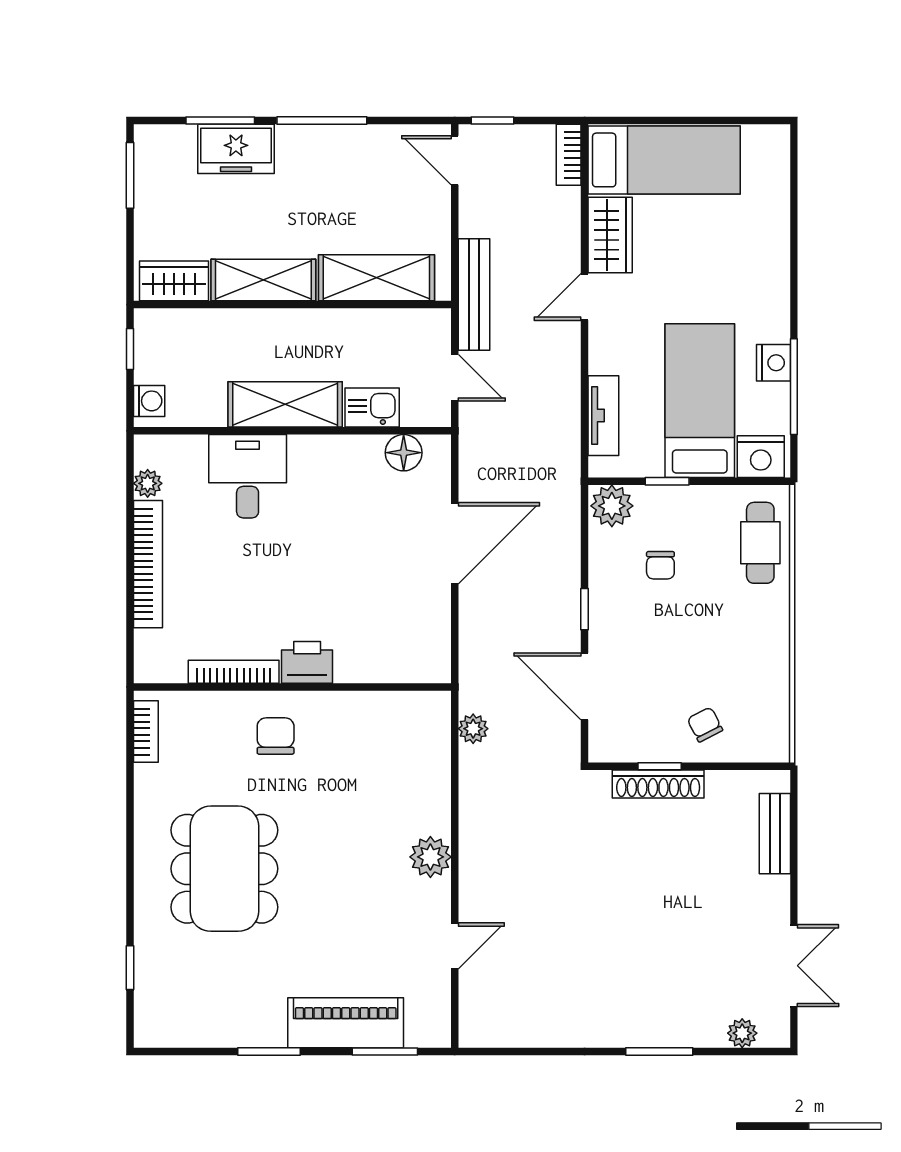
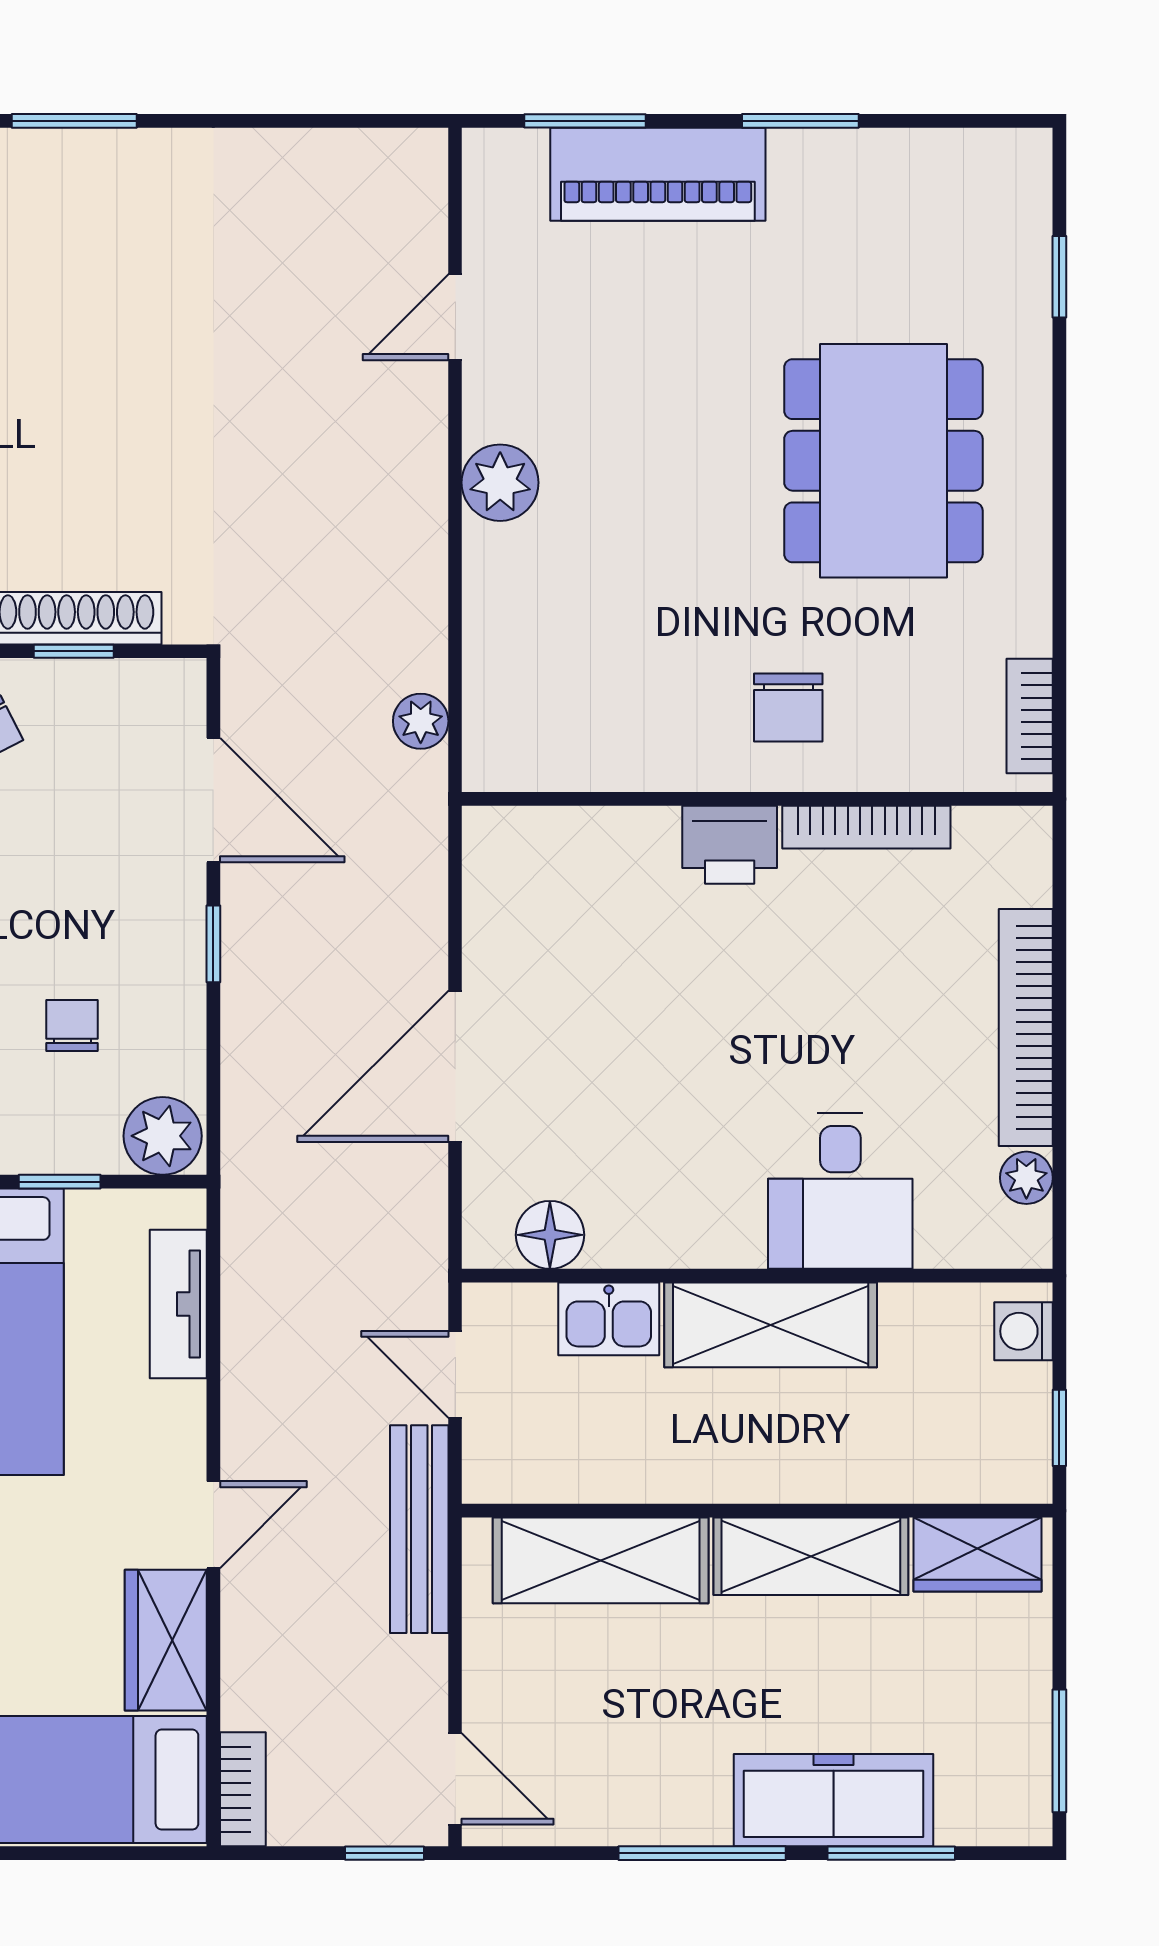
freezer: (236, 149) -> (833, 1800), width x1.40

